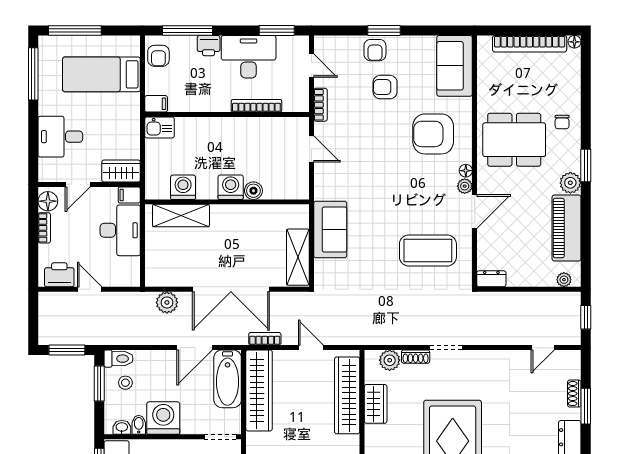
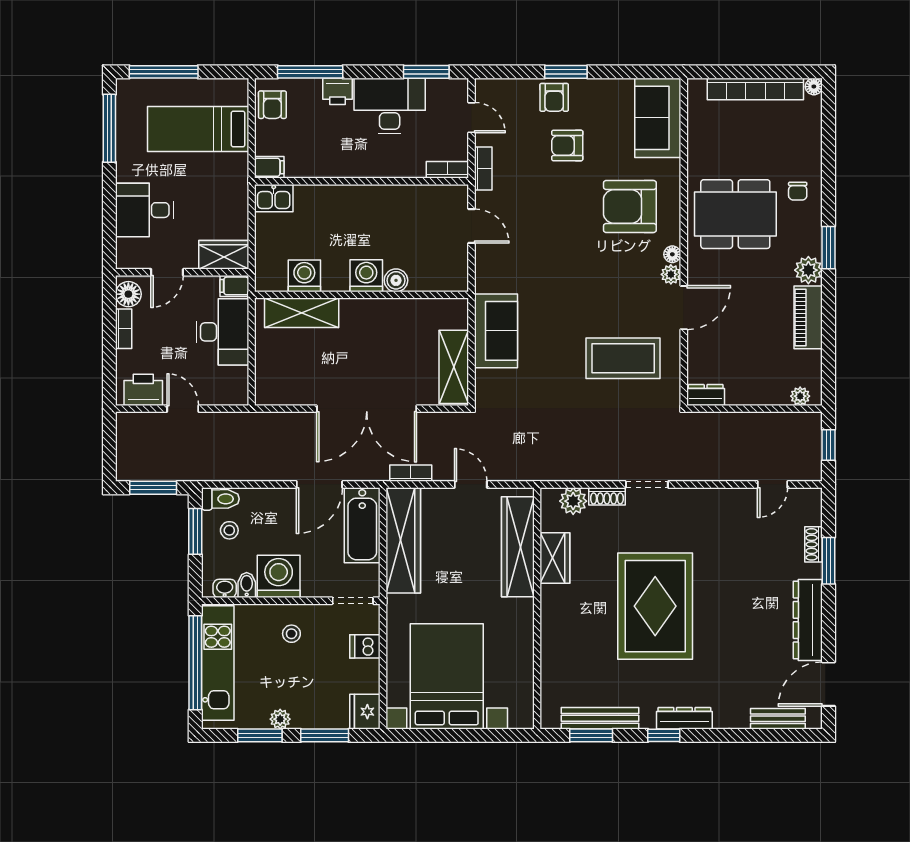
bookcase: (256, 106) -> (447, 170), moved, width x0.64
piano: (567, 228) -> (808, 317), width x0.73, depth x0.75
plant: (167, 302) -> (283, 426), removed

